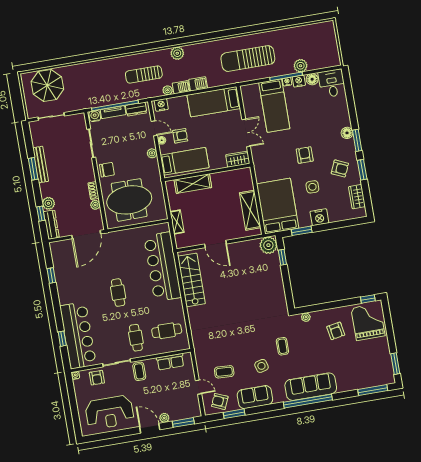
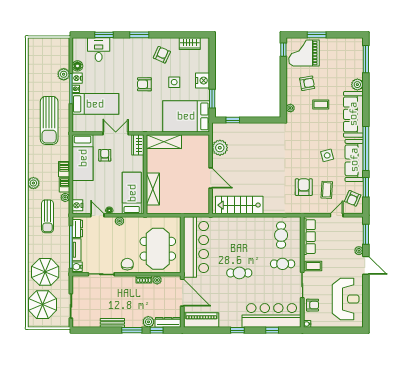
parasol: (83, 82) -> (45, 272), added
desk: (332, 83) -> (99, 50), moved, turned 90
door: (154, 128) -> (97, 215), hinge flipped
floor lamp: (347, 133) -> (131, 43), removed
armchair: (180, 136) -> (105, 155), moved
bench: (41, 165) -> (112, 323), width x0.73
window: (33, 169) -> (132, 330), moved
window: (362, 170) -> (104, 35), moved
shelving: (250, 210) -> (164, 142), moved
shelving: (177, 222) -> (185, 209), removed
door: (215, 244) -> (211, 178), hinge flipped
plant: (268, 245) -> (220, 148), moved
piano: (60, 260) -> (201, 320), added
bar counter: (163, 267) -> (196, 247), moved, turned -90
window: (51, 275) -> (237, 330), moved
armchair: (223, 346) -> (304, 187), added
coffee table: (282, 346) -> (321, 104), moved
row of seats: (170, 362) -> (309, 237), width x1.48
window: (395, 364) -> (317, 35), moved
plant: (344, 385) -> (357, 85), added
sofa: (255, 397) -> (354, 160), width x1.36
window: (308, 401) -> (366, 149), moved
door: (150, 428) -> (366, 265), swing flipped

